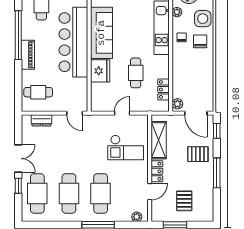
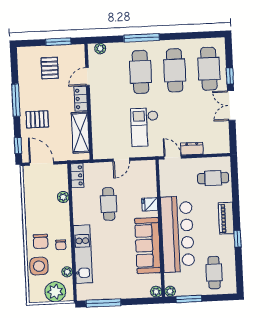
window: (18, 35) -> (238, 239), width x0.32
fridge: (100, 71) -> (150, 204), width x0.53, depth x0.75
locker: (164, 89) -> (77, 176), moved
plant: (177, 104) -> (63, 197), moved
dresser: (41, 120) -> (192, 149), moved
checkout: (126, 148) -> (145, 127), moved, turned -90

